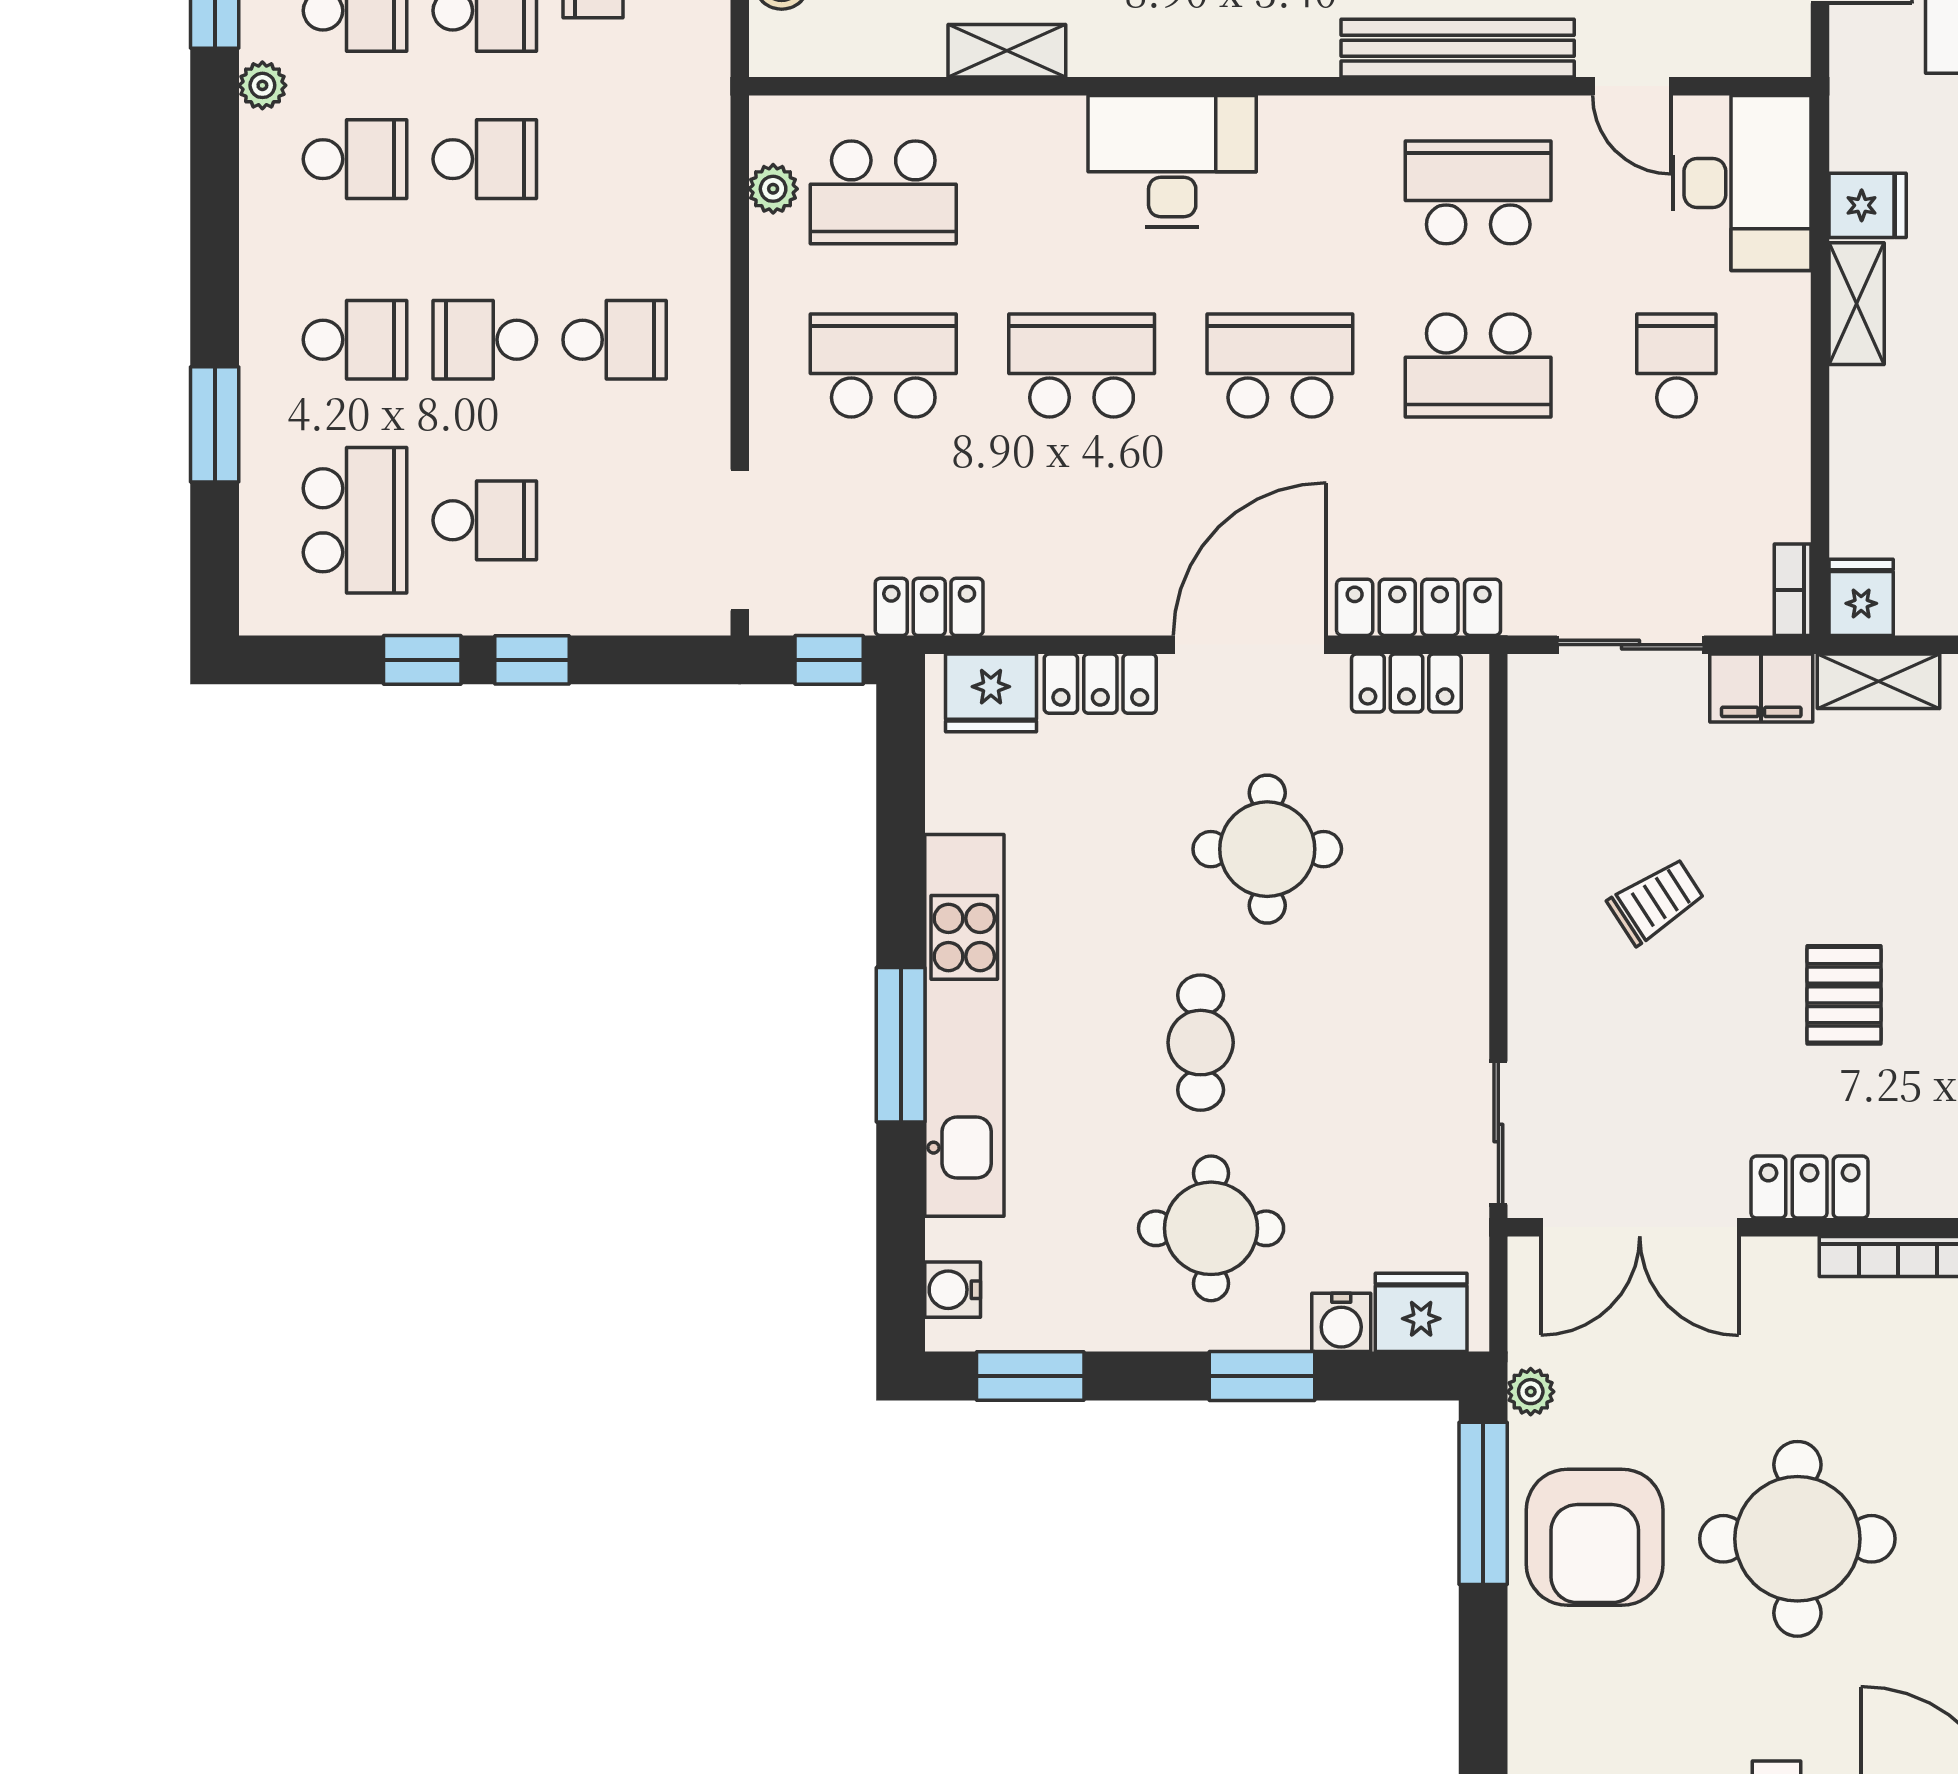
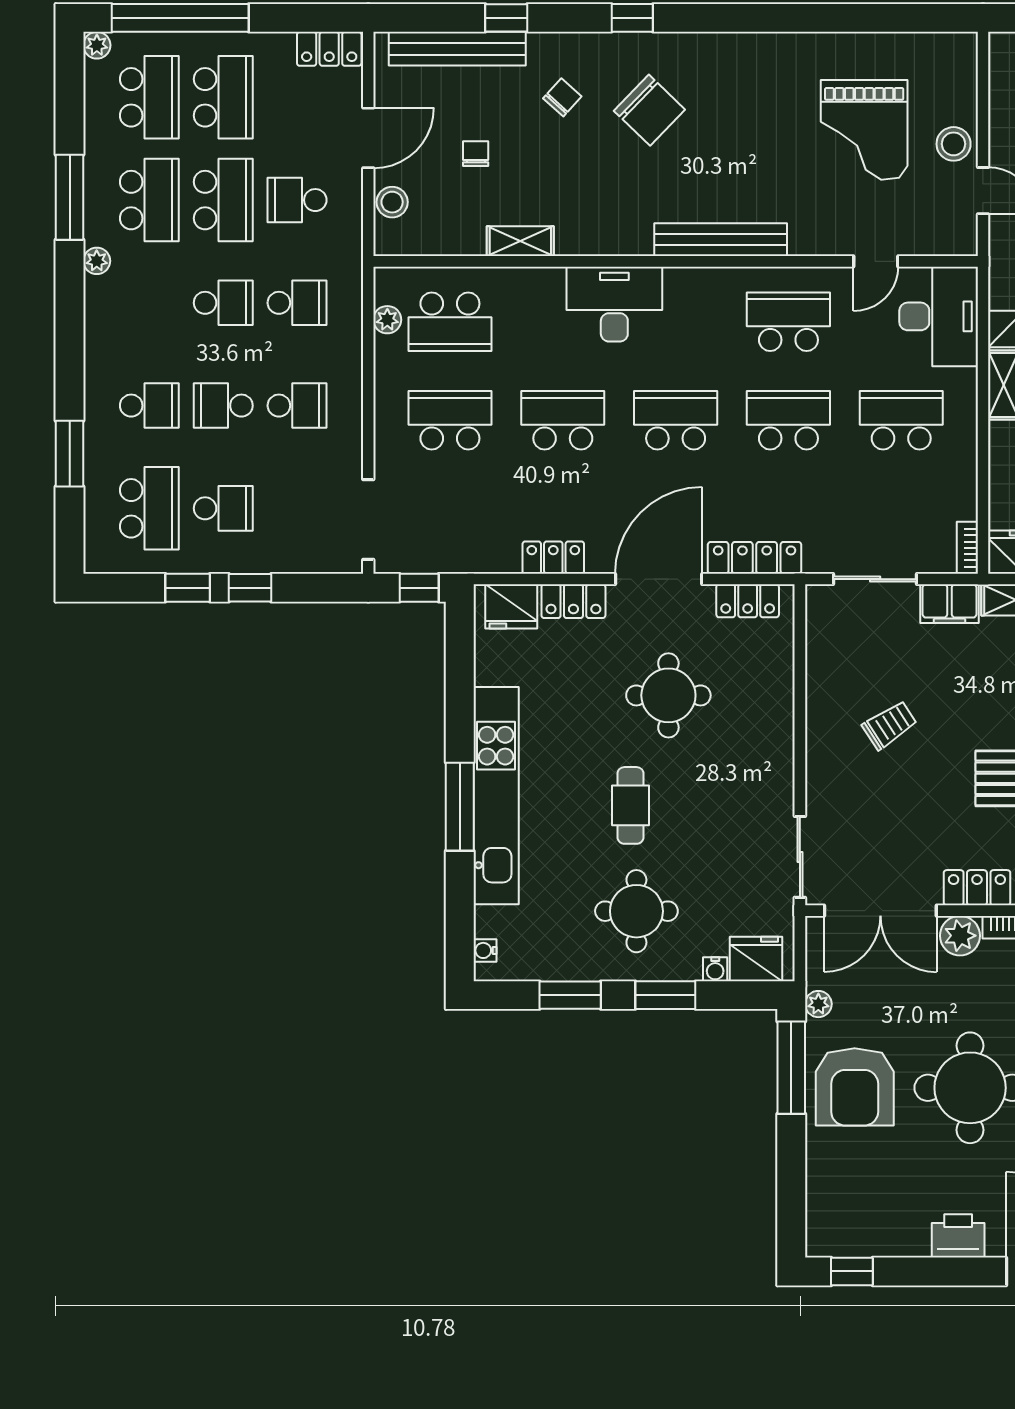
bench: (1458, 48) -> (721, 240), moved
door: (1632, 86) -> (876, 261), hinge flipped
school desk: (355, 159) -> (297, 303), moved
school desk: (1478, 365) -> (788, 420), turned 180
school desk: (1676, 365) -> (901, 420), width x1.85
locker: (929, 607) -> (553, 558), moved
plant: (1780, 1271) -> (960, 936), added
water cooler: (953, 1290) -> (485, 950), width x0.72, depth x0.72
water cooler: (1341, 1322) -> (715, 969), width x0.72, depth x0.72
window: (1030, 1376) -> (570, 995), moved

